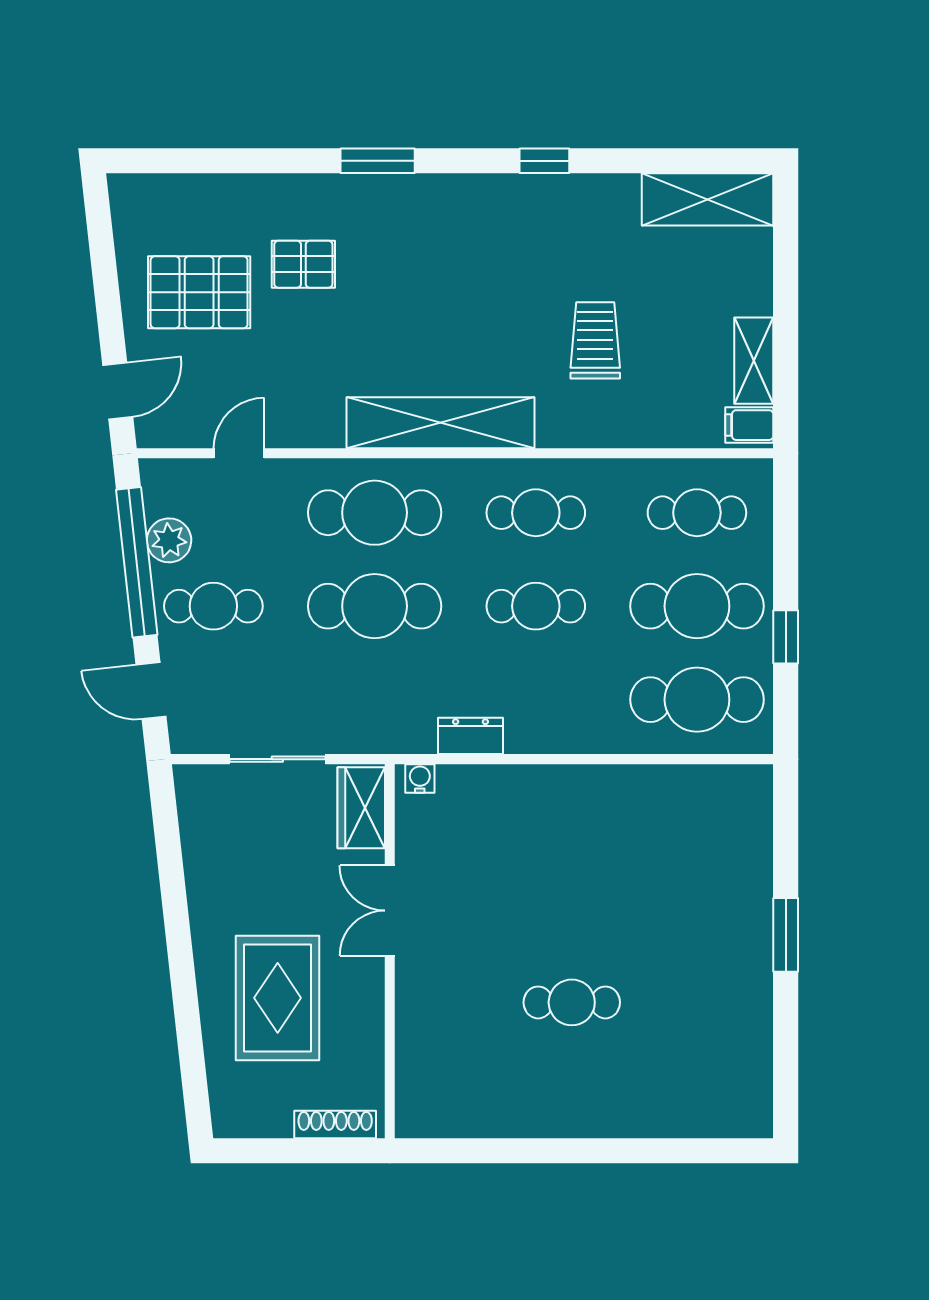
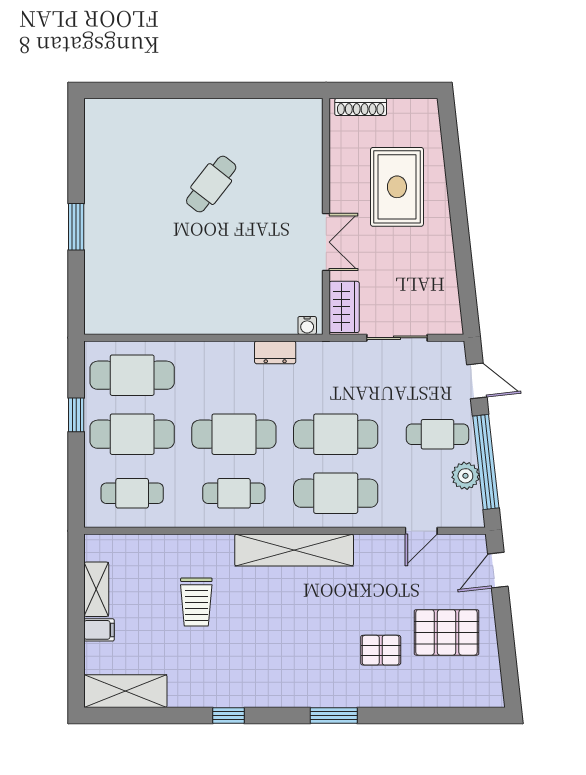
filing cabinet: (749, 425) -> (99, 630), moved
cafe table: (536, 606) -> (234, 434), width x1.37, depth x1.35
cafe table: (572, 1002) -> (211, 184), turned -52

